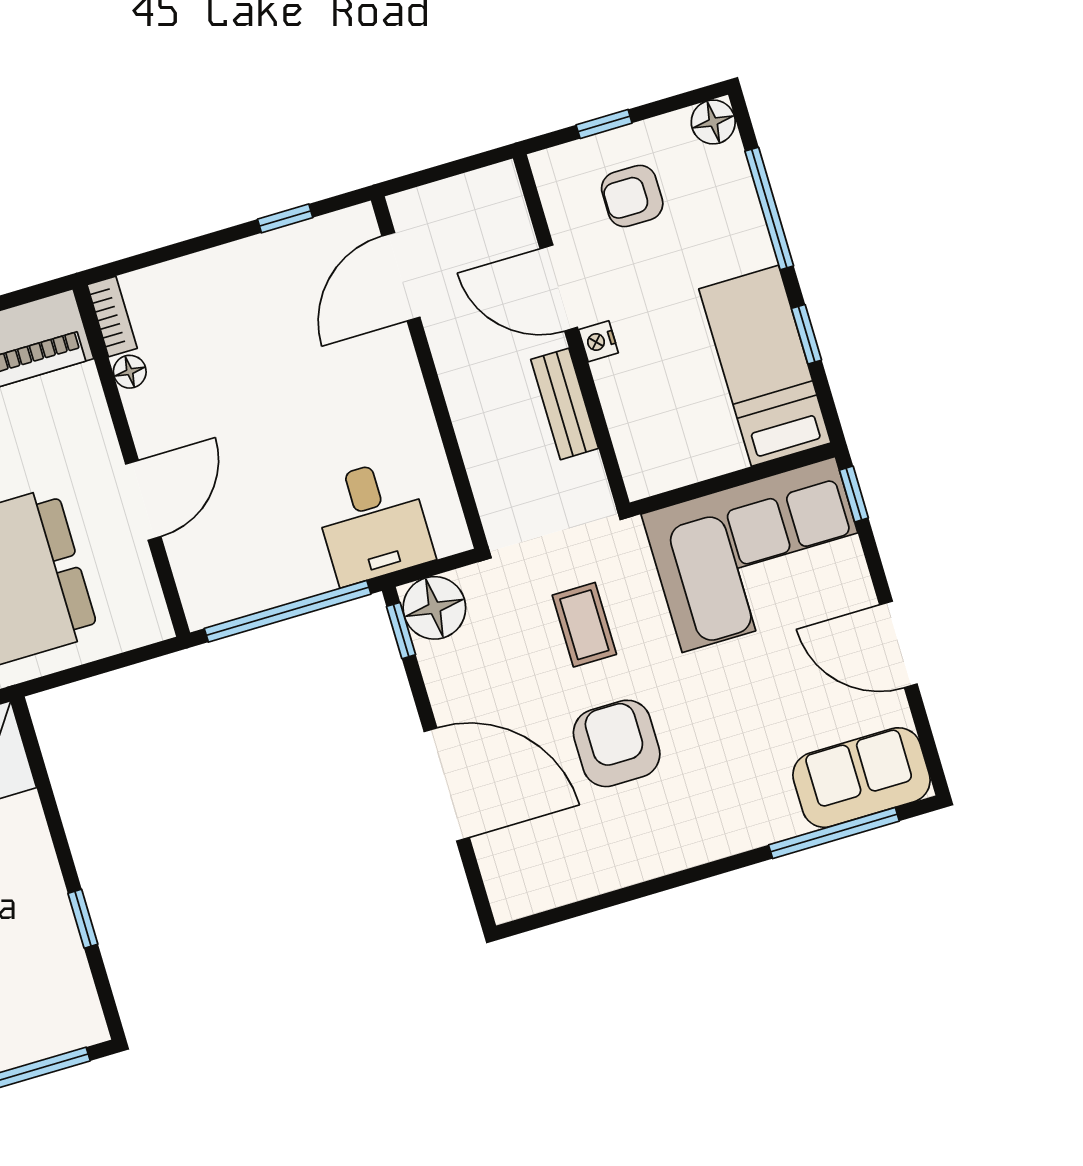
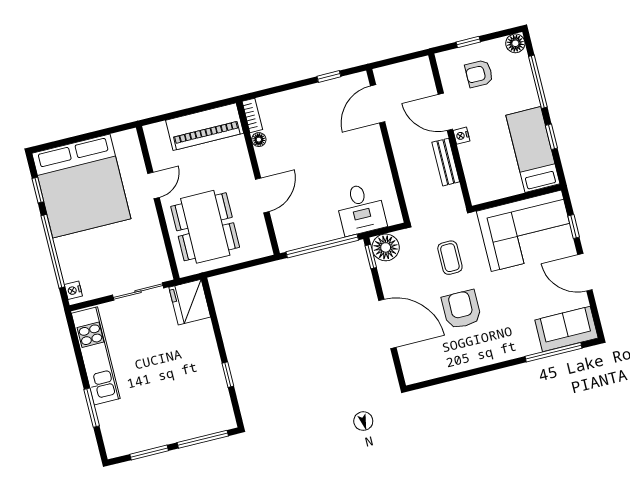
window: (854, 494) -> (574, 227), moved

